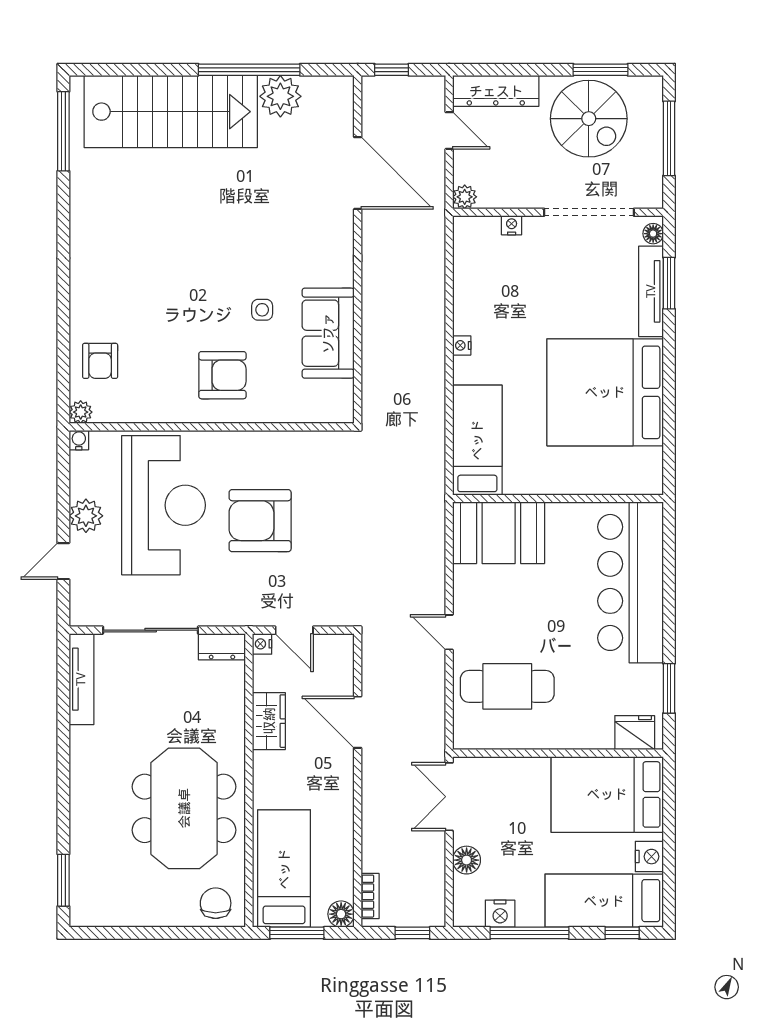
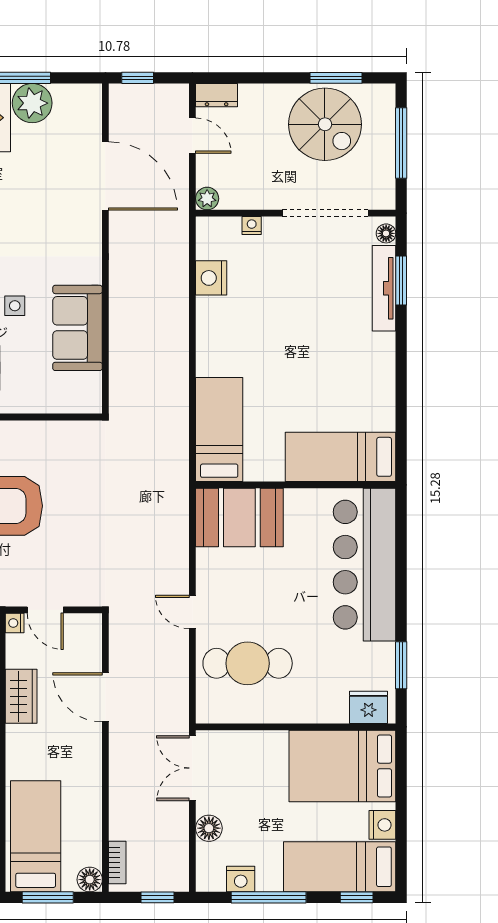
dresser: (496, 91) -> (217, 95), width x0.51, depth x0.80
nightstand: (462, 345) -> (211, 278), moved, width x1.89, depth x1.79
bed: (605, 392) -> (340, 457), moved, width x0.49

